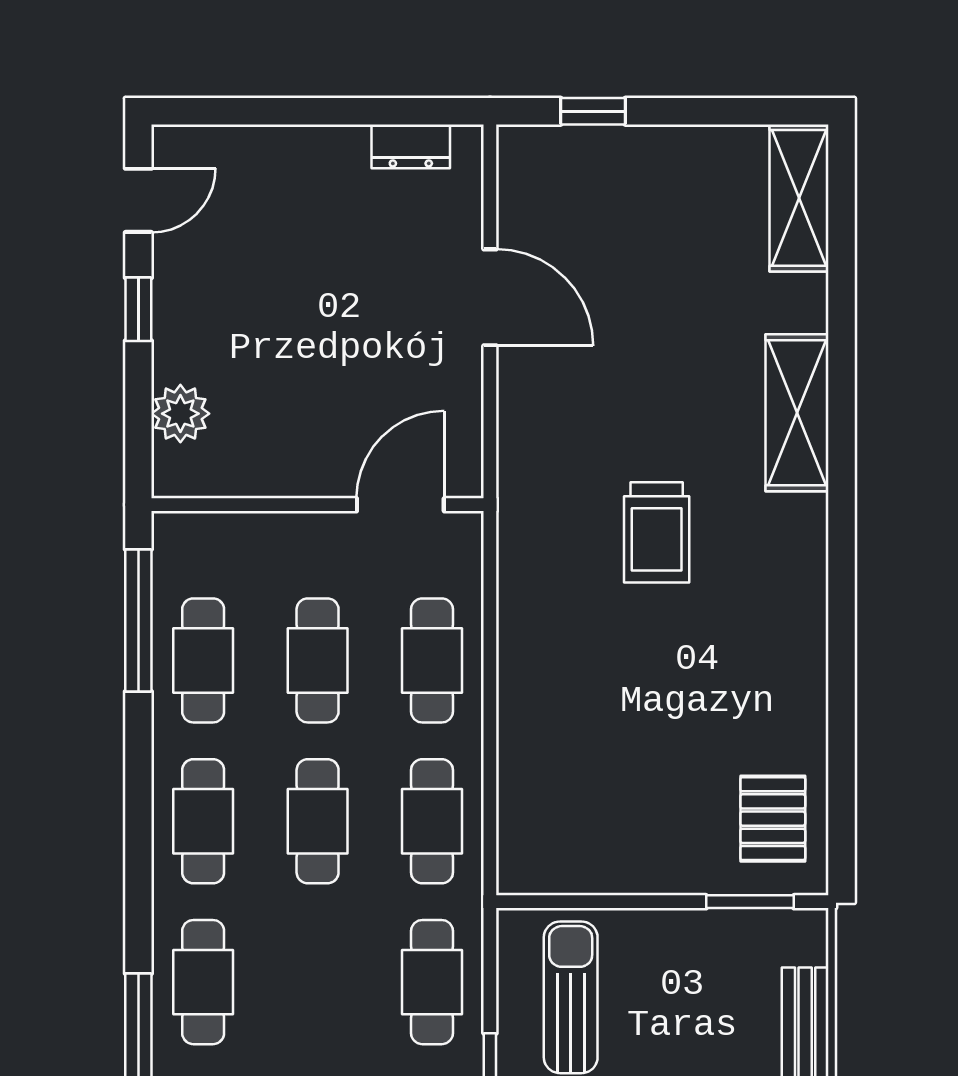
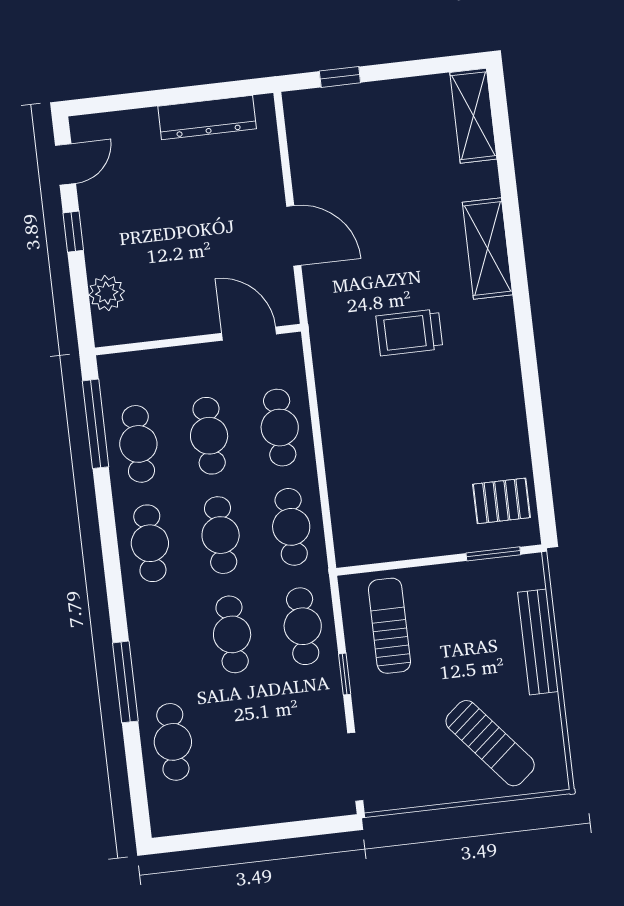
dresser: (411, 146) -> (207, 118), width x1.96, depth x1.24
door: (490, 297) -> (294, 236), moved
door: (400, 505) -> (249, 334), hinge flipped
trolley: (657, 532) -> (409, 332), turned 90
pallet: (773, 819) -> (501, 501), turned 90
cafe table: (203, 982) -> (232, 634), moved

